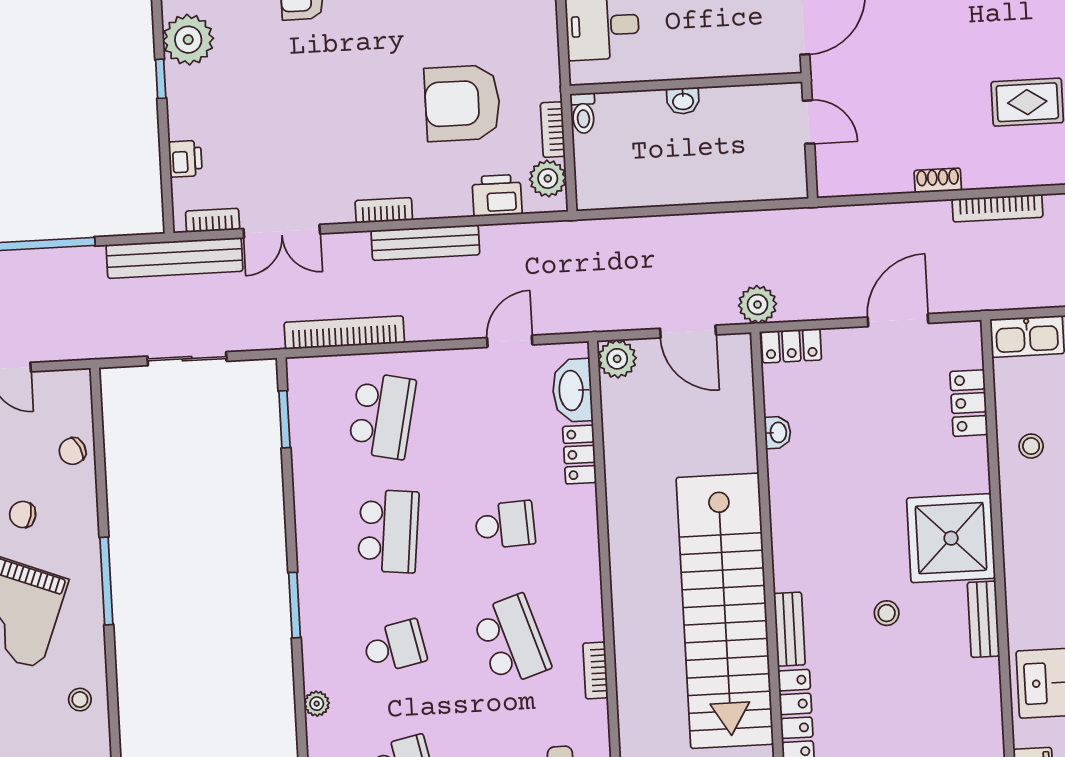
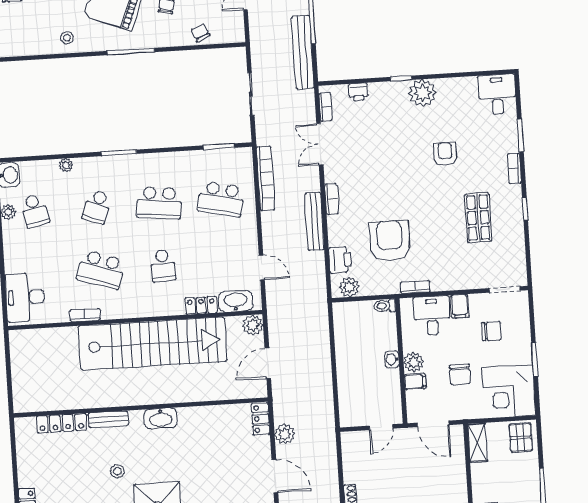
filing cabinet: (725, 58) -> (415, 382), added
plant: (688, 61) -> (414, 362), added
bookcase: (553, 130) -> (415, 287), moved
bench: (175, 258) -> (303, 52), moved
plant: (758, 305) -> (285, 434), moved
washbasin: (778, 432) -> (161, 418), moved, width x1.91, depth x1.45
stairs: (725, 611) -> (153, 344), moved, turned 180
school desk: (511, 640) -> (101, 270), turned 36
school desk: (395, 647) -> (97, 207), turned 33

